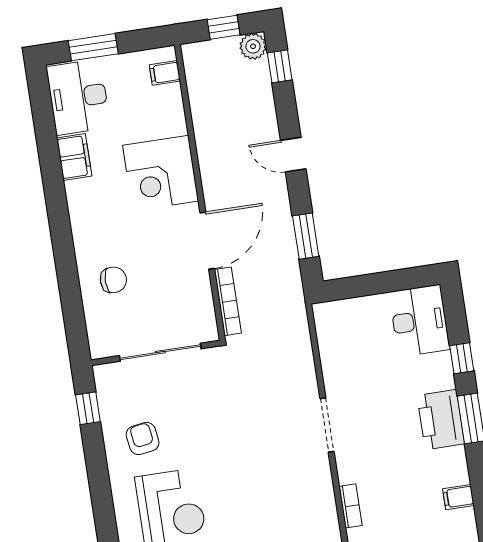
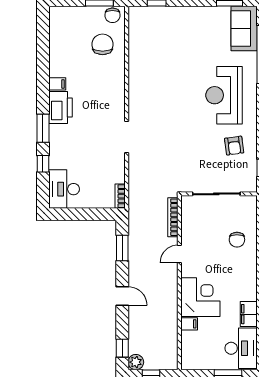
filing cabinet: (165, 73) -> (189, 324), moved
door: (207, 241) -> (179, 254), width x0.53
chair: (113, 280) -> (237, 240), turned -90
printer: (441, 420) -> (60, 108), moved
bookcase: (350, 506) -> (120, 196), moved

